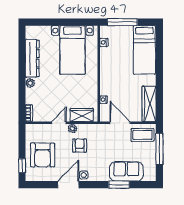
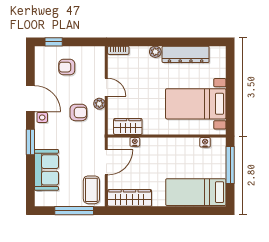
wardrobe: (82, 115) -> (128, 126), moved, turned -90
armchair: (43, 155) -> (67, 67), width x0.53, depth x0.53
window: (119, 185) -> (30, 142), moved

